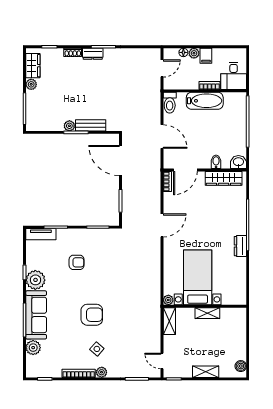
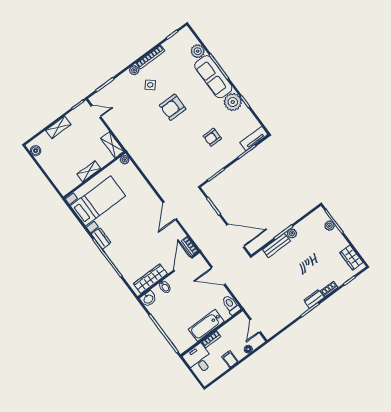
plant: (194, 53) -> (240, 354), removed
plant: (31, 84) -> (330, 226), moved
bed with nightstands: (198, 277) -> (98, 201), moved, turned -90

